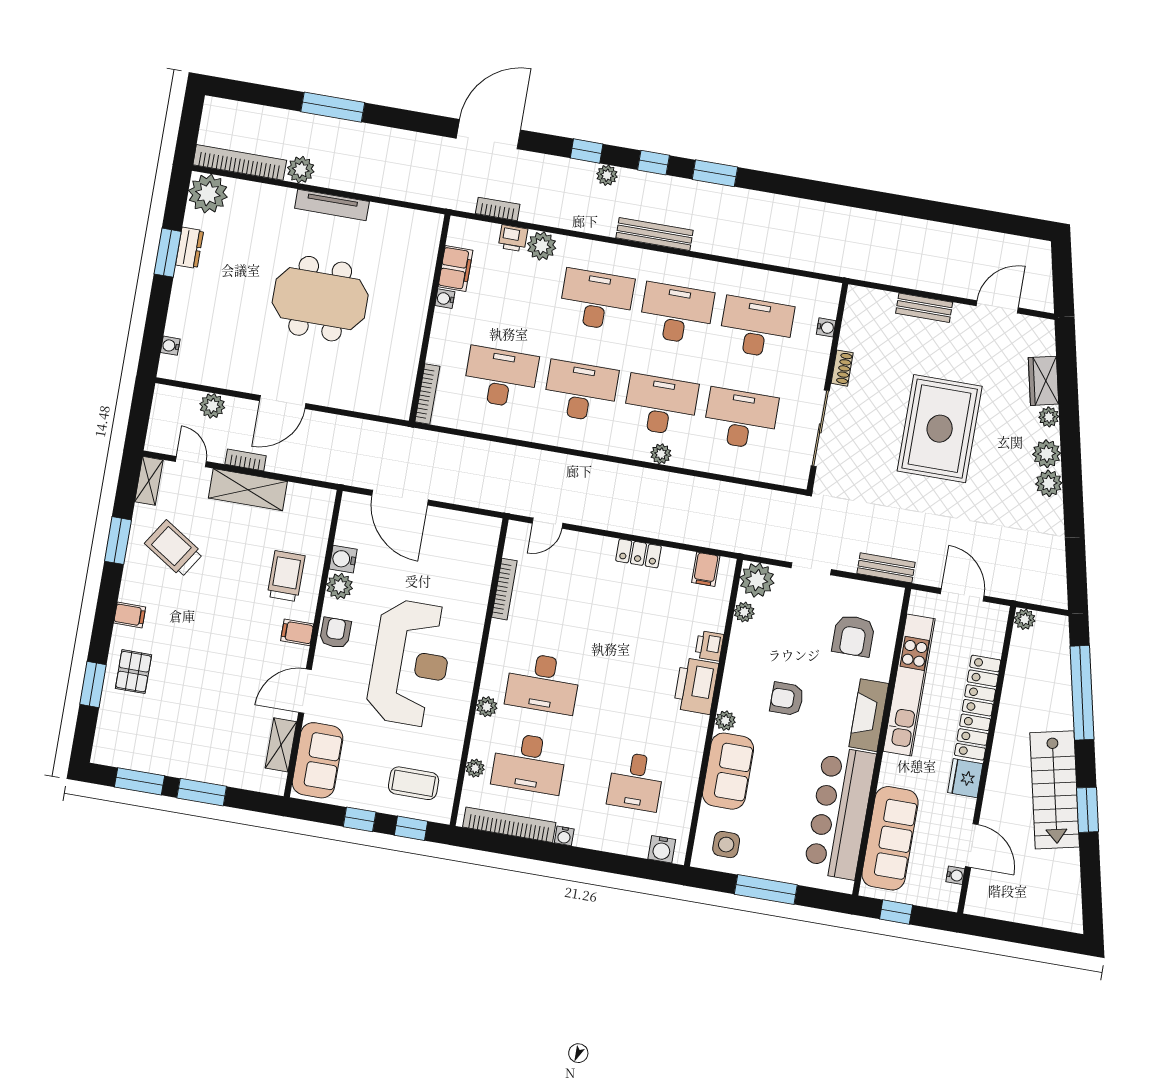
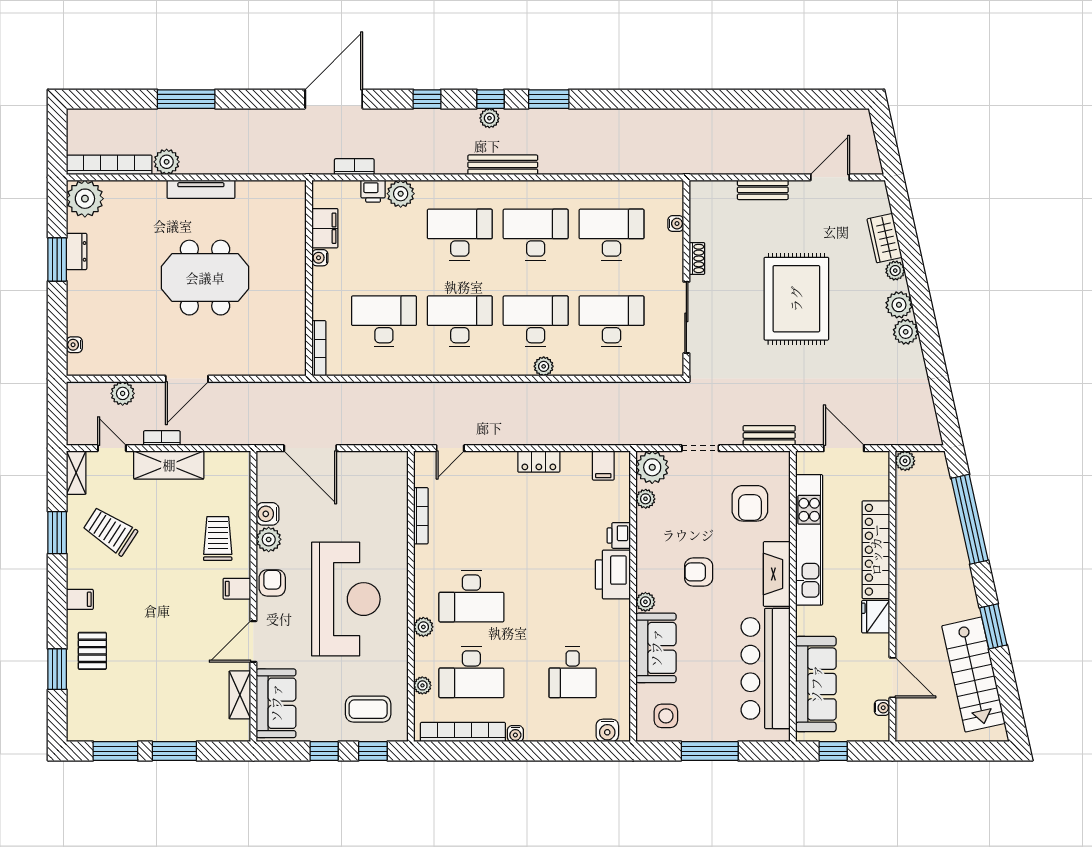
plant: (607, 175) -> (489, 118), moved
stairs: (1055, 790) -> (973, 675), moved

